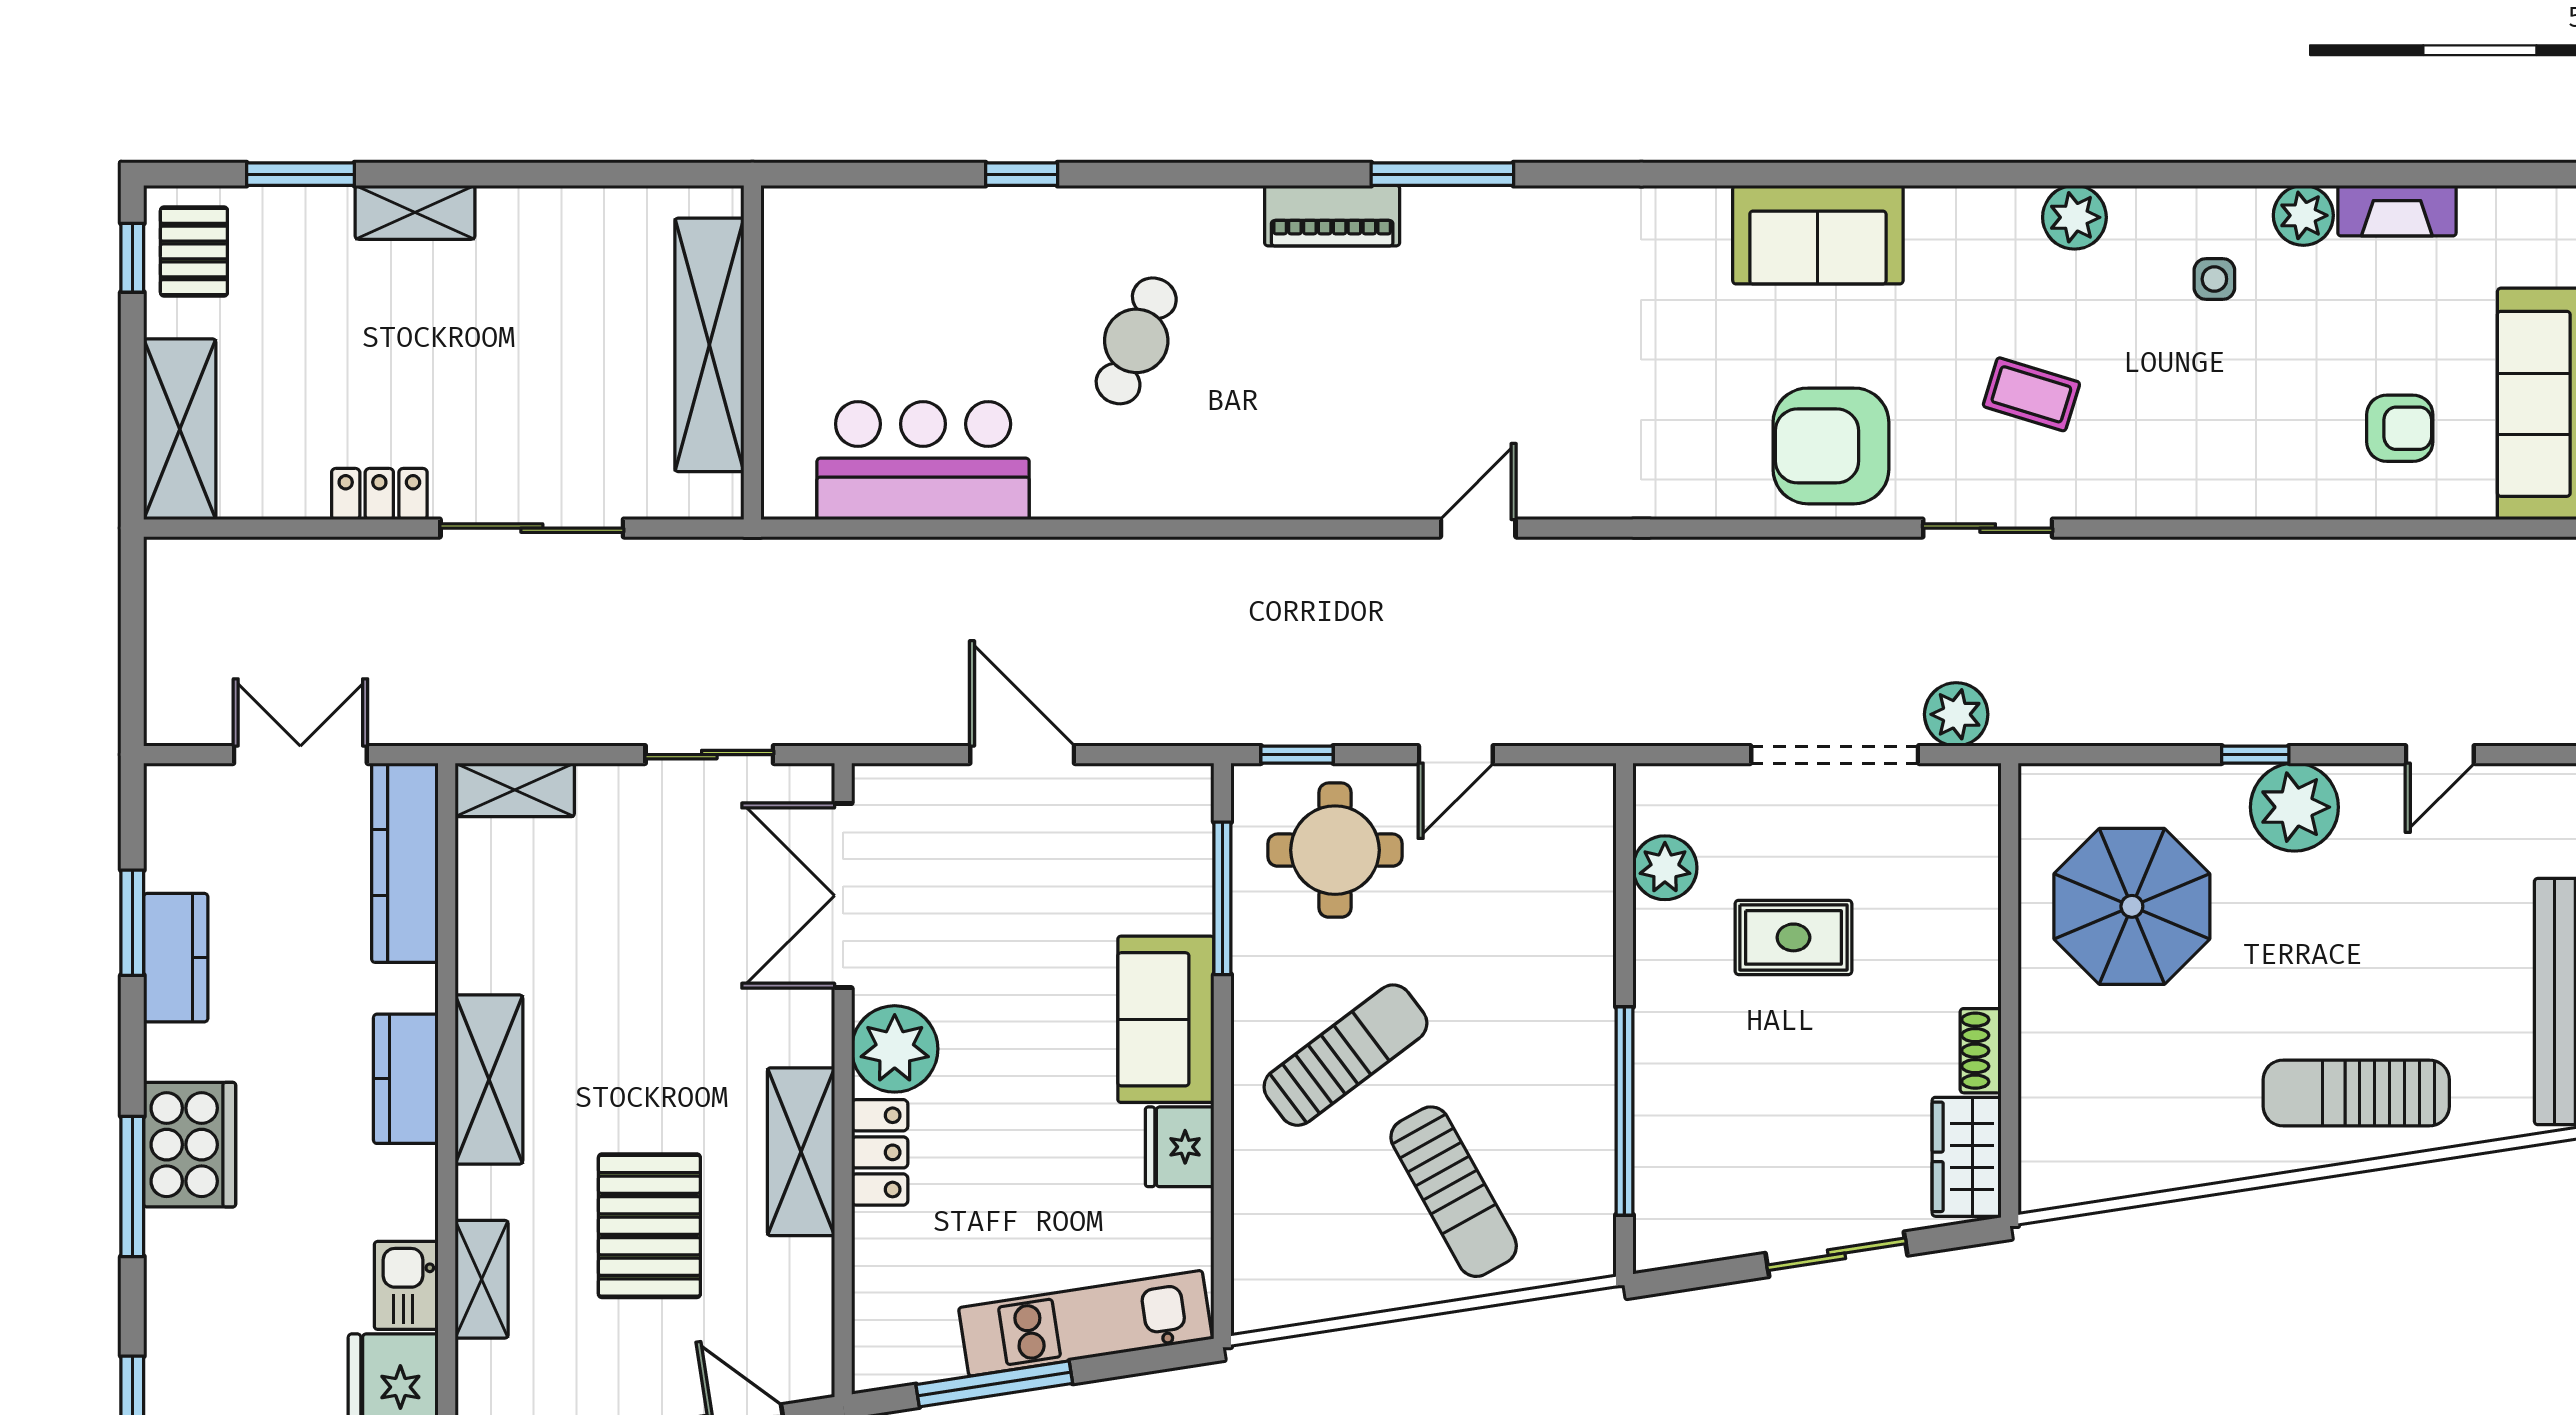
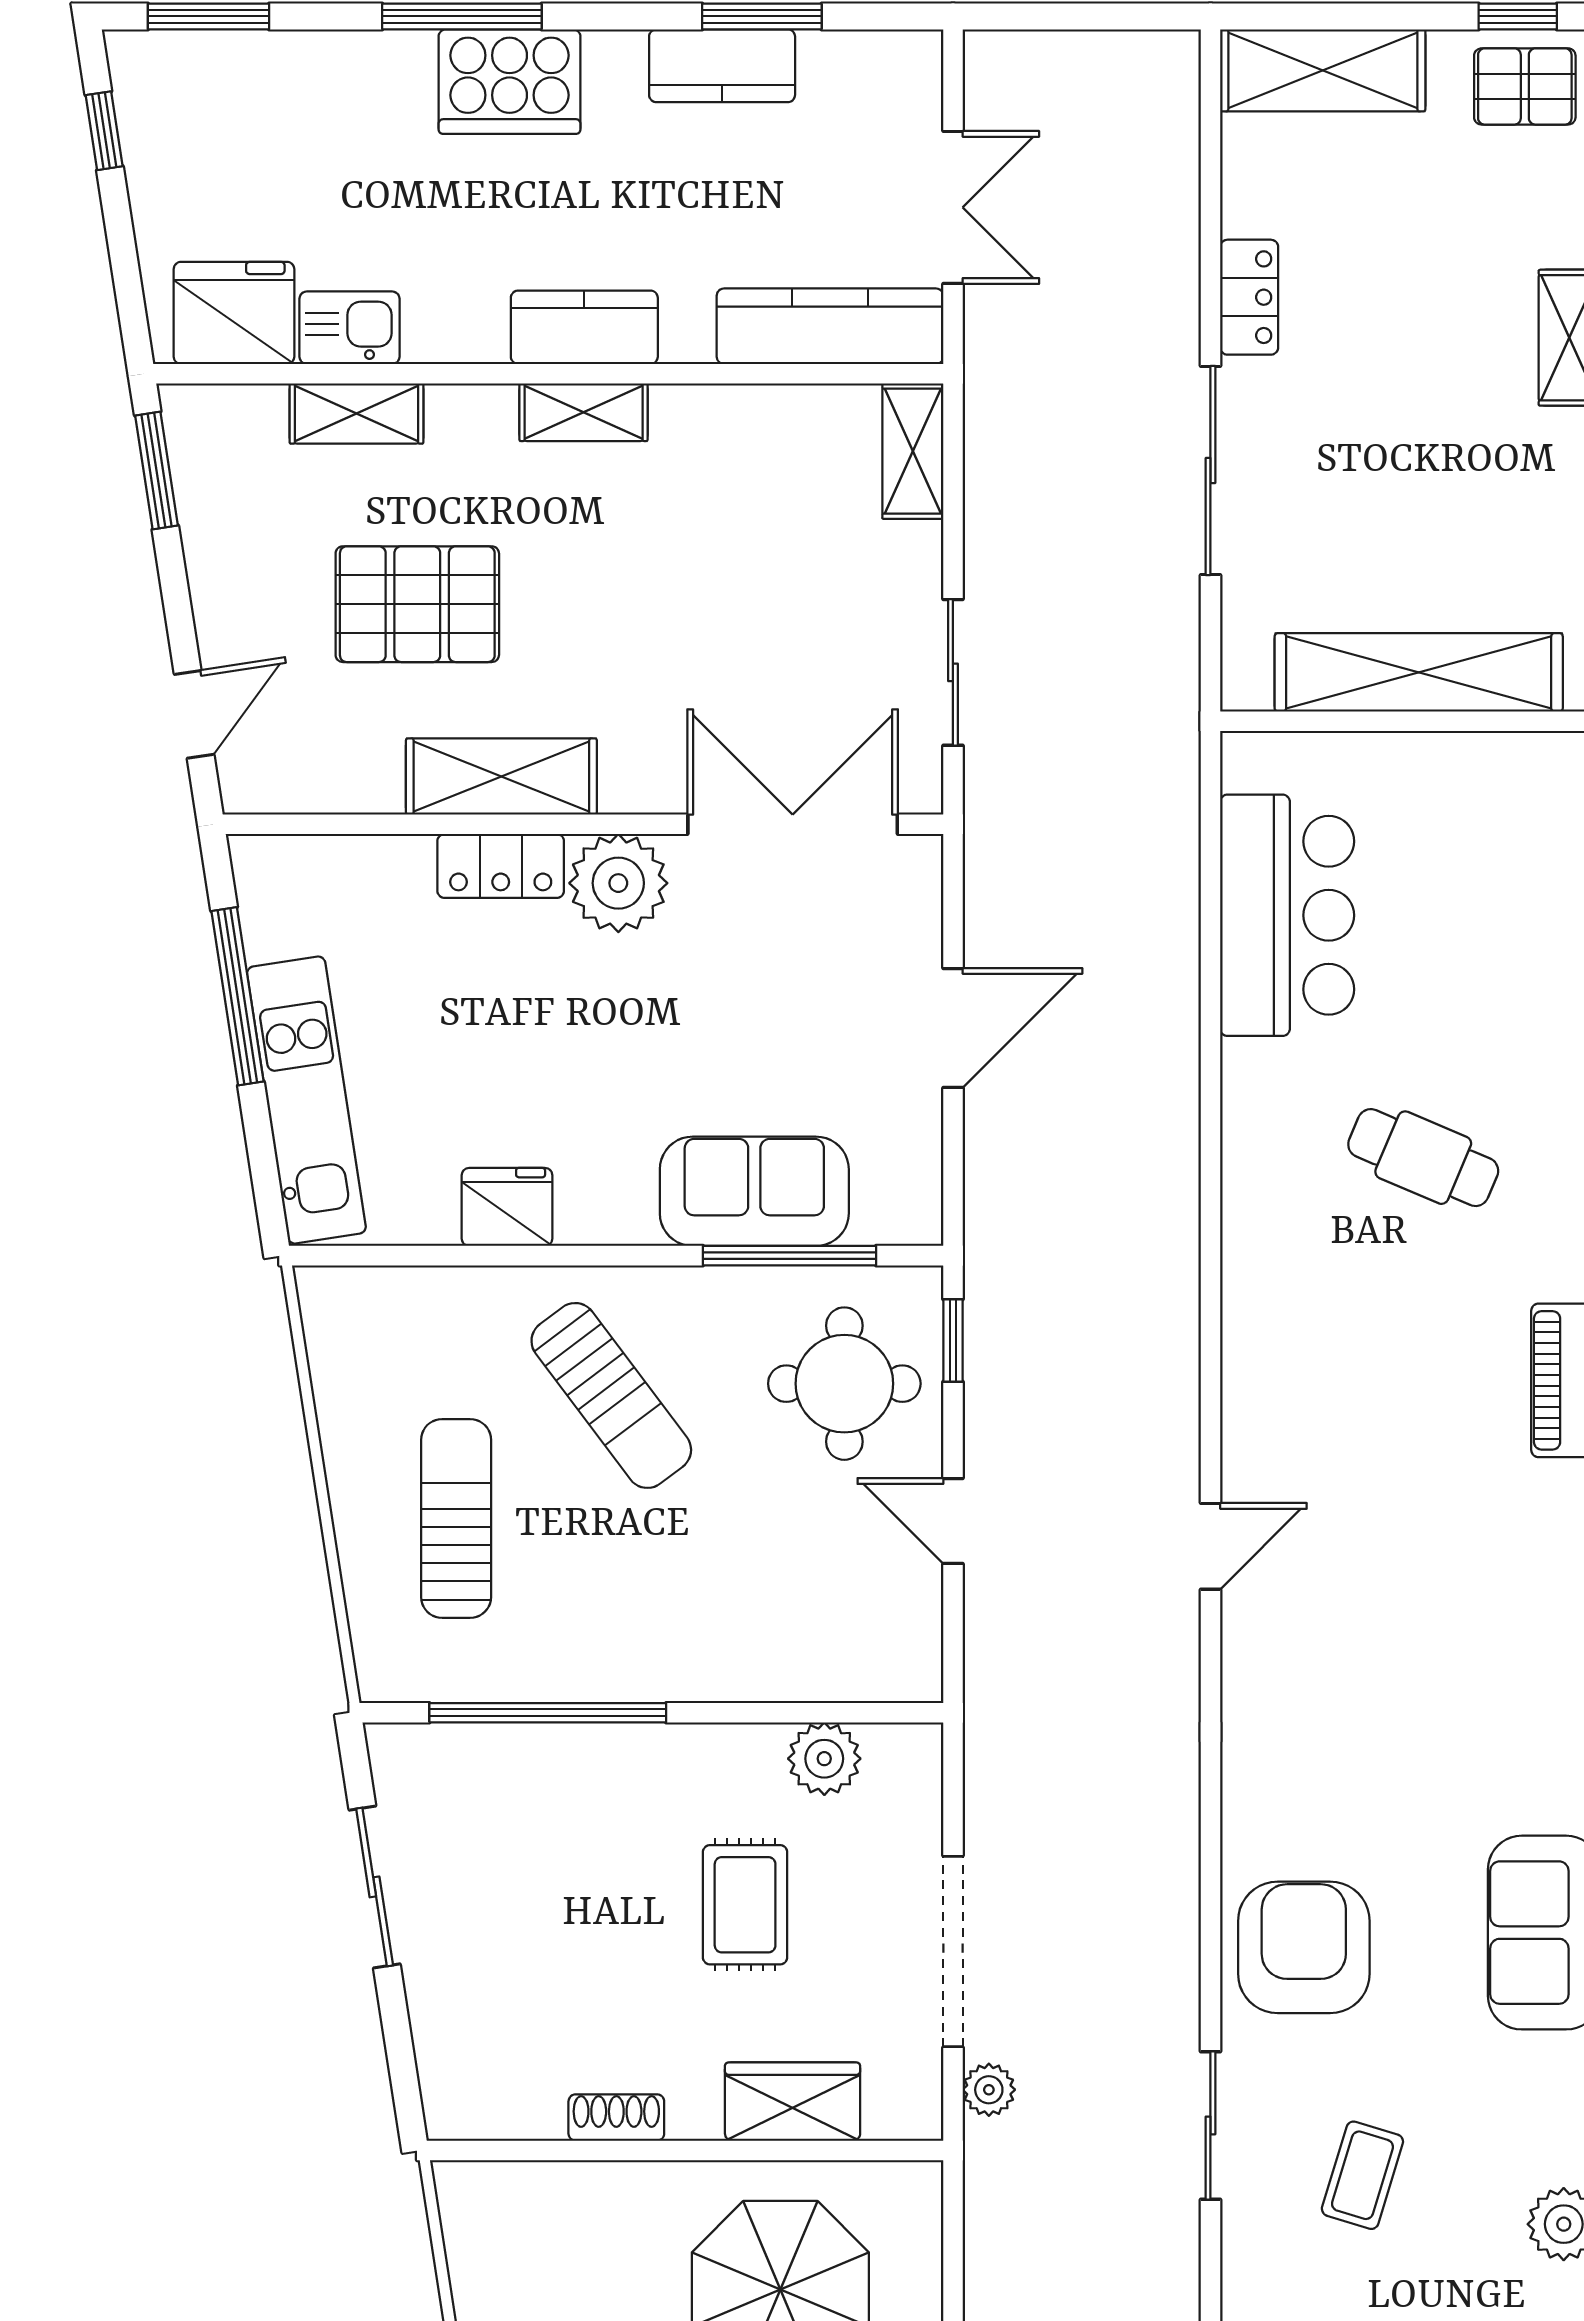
door: (1478, 528) -> (1210, 1546), hinge flipped
plant: (1956, 714) -> (989, 2090), width x0.73, depth x0.73
sofa: (1166, 1019) -> (754, 1191), moved
shelving: (489, 1080) -> (584, 412), width x0.67, depth x0.75
wardrobe: (1967, 1157) -> (793, 2102), moved
sun lounger: (1454, 1192) -> (456, 1518), turned 119
sliding door: (1836, 1254) -> (375, 1887), moved

